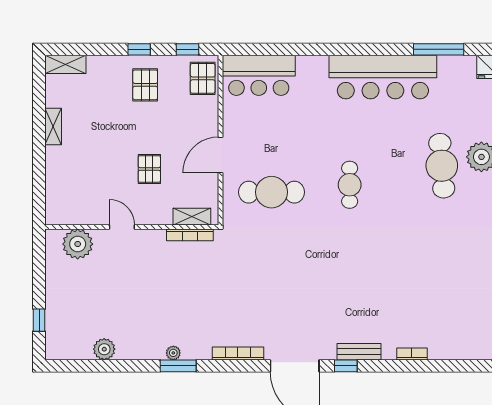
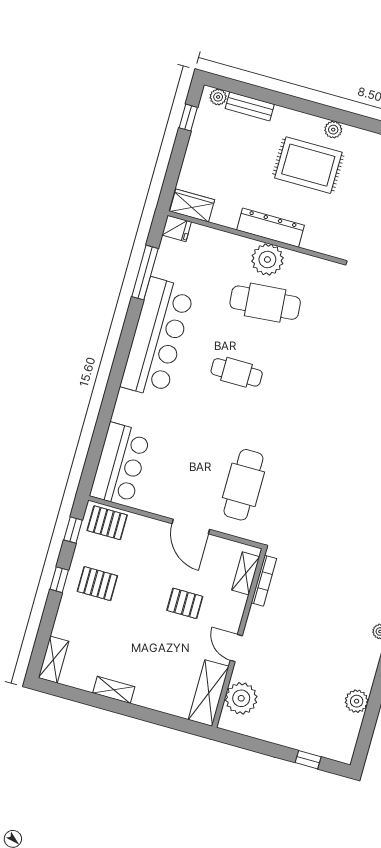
cafe table: (350, 185) -> (237, 372), moved
shelving: (74, 213) -> (209, 693), added
door: (122, 227) -> (236, 648), hinge flipped

